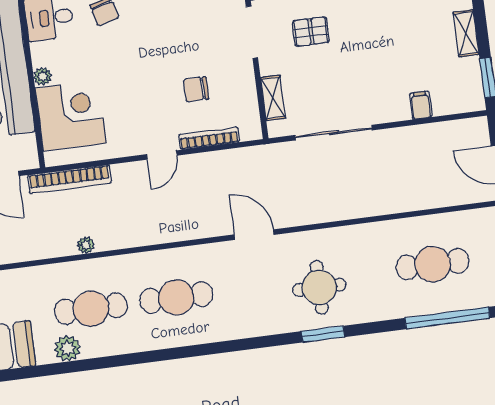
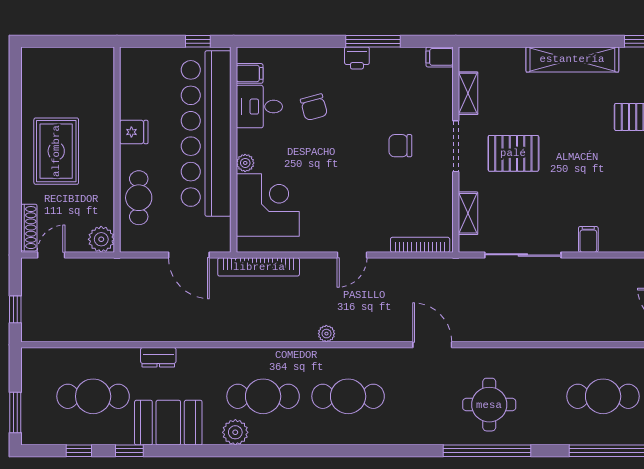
pallet: (311, 32) -> (513, 153), width x1.50, depth x1.42
chair: (196, 89) -> (400, 146), moved
filing cabinet: (421, 105) -> (588, 239), moved
bookcase: (209, 138) -> (420, 245), moved
plant: (86, 245) -> (326, 334), moved
window: (323, 334) -> (487, 451), width x2.11

